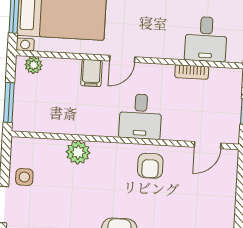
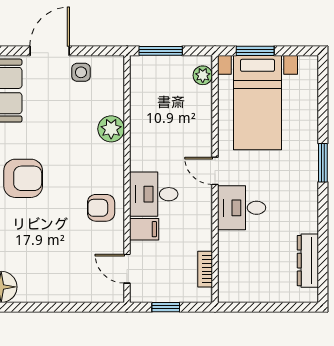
desk: (206, 39) -> (242, 208), moved
bookcase: (192, 72) -> (205, 269), moved
filing cabinet: (91, 73) -> (144, 229), moved, turned 180

